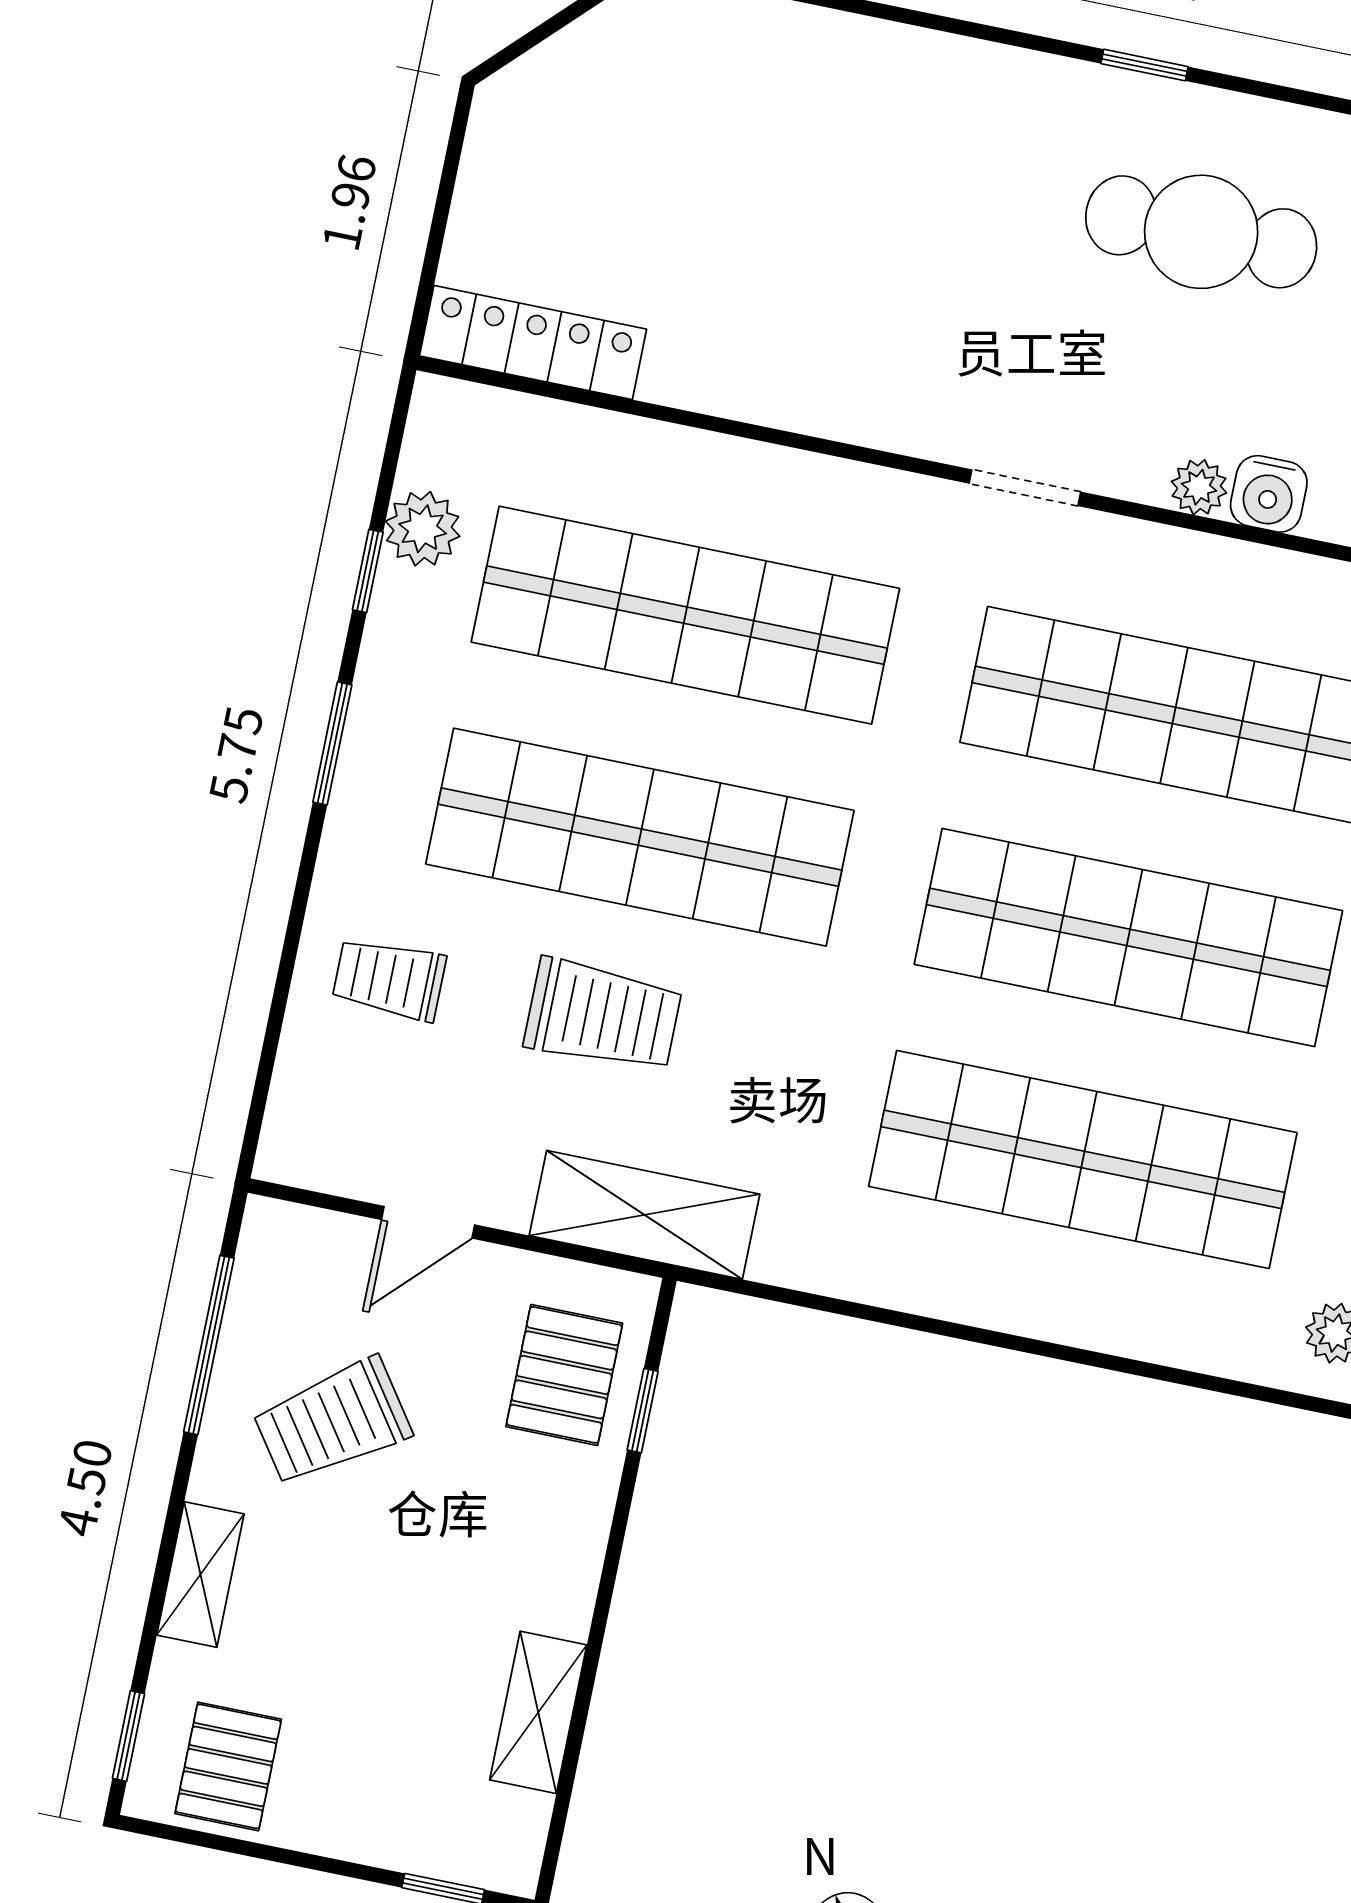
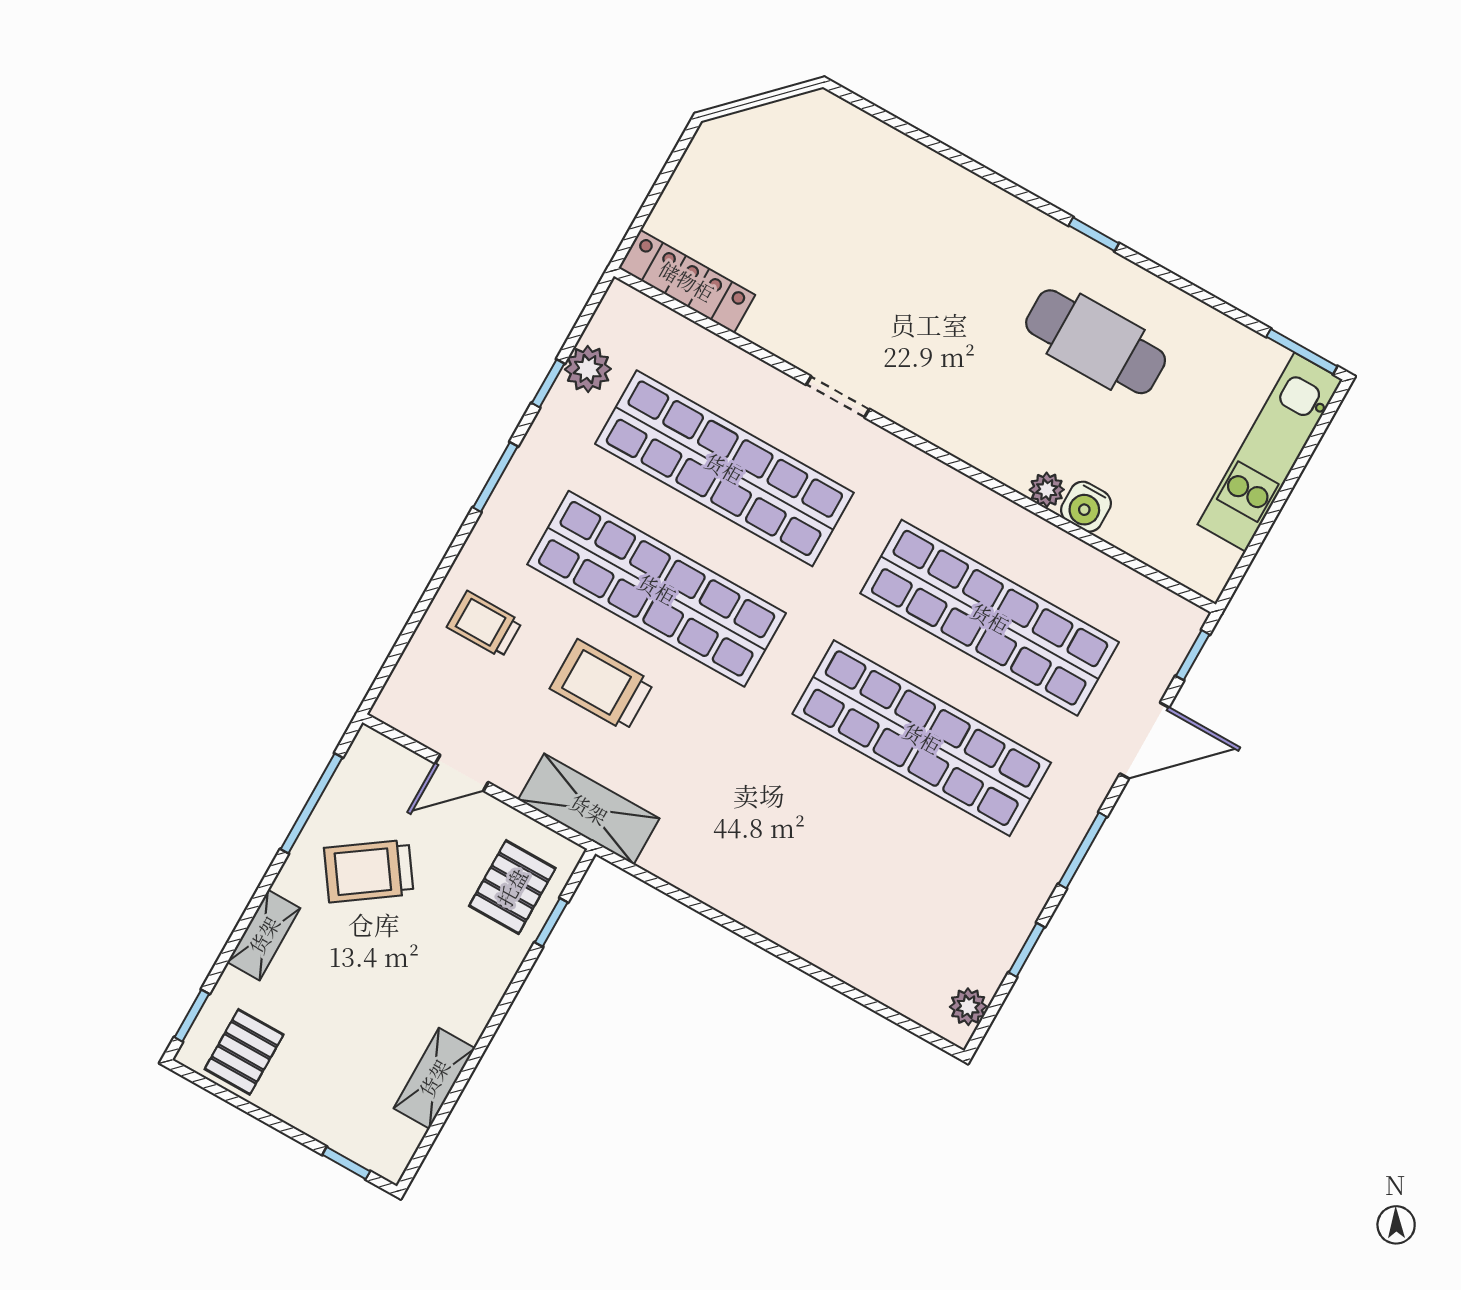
doorway: (1025, 488) -> (838, 397), moved
trolley: (603, 1015) -> (602, 685), turned 180
shop shelf: (1083, 1159) -> (854, 859), removed

